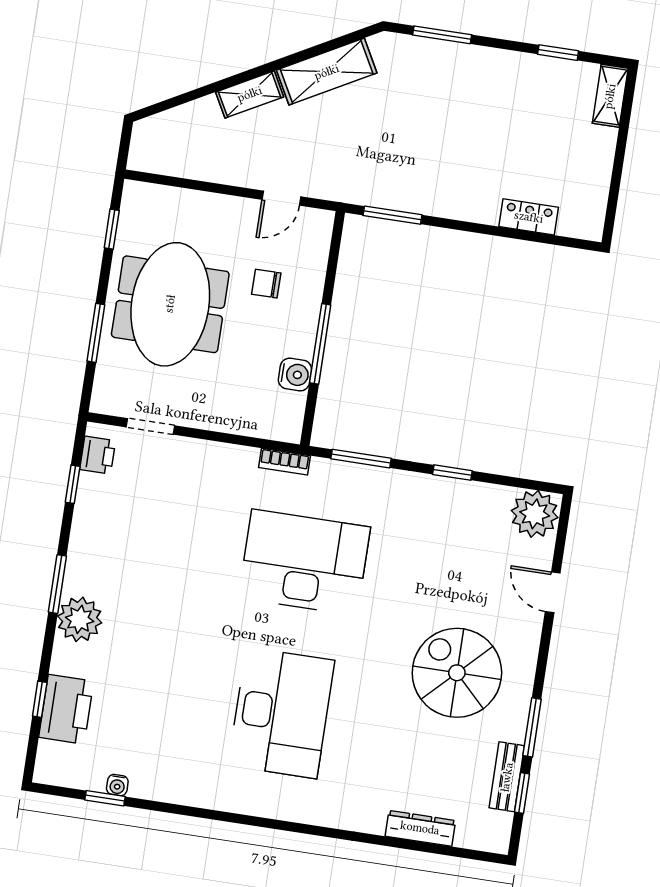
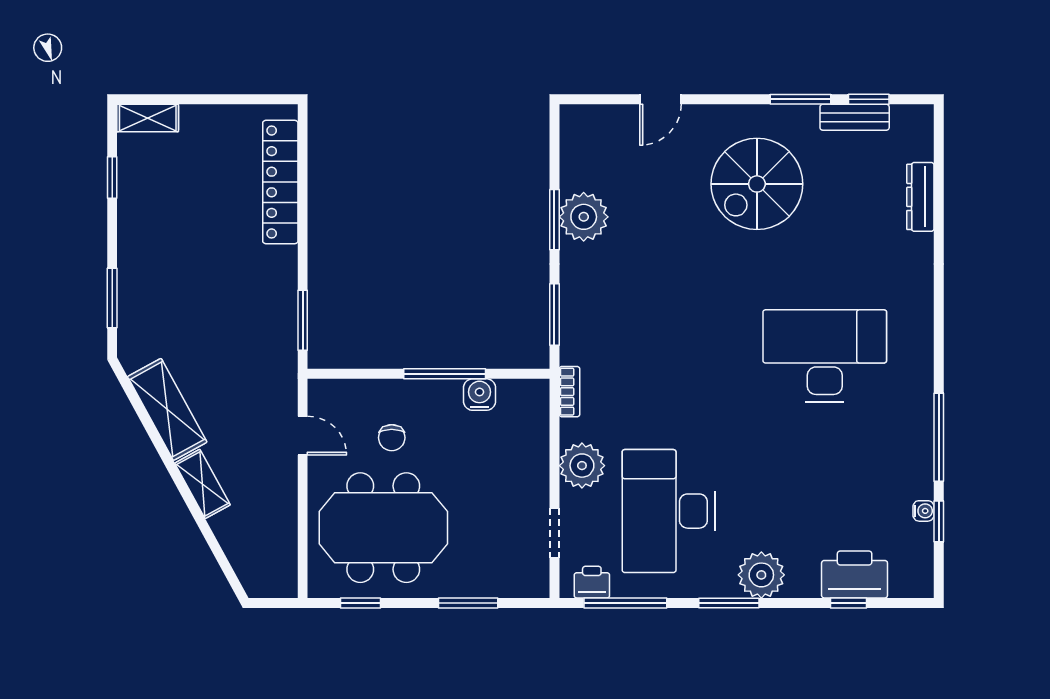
locker: (529, 217) -> (280, 182), width x2.16, depth x1.21
meeting table: (170, 304) -> (383, 528), moved
plant: (211, 463) -> (582, 466), added
window: (452, 473) -> (554, 220), width x1.50
window: (73, 484) -> (625, 603), width x2.17
plant: (535, 514) -> (584, 217), moved
desk: (304, 562) -> (668, 511), moved
window: (186, 811) -> (939, 437), added

